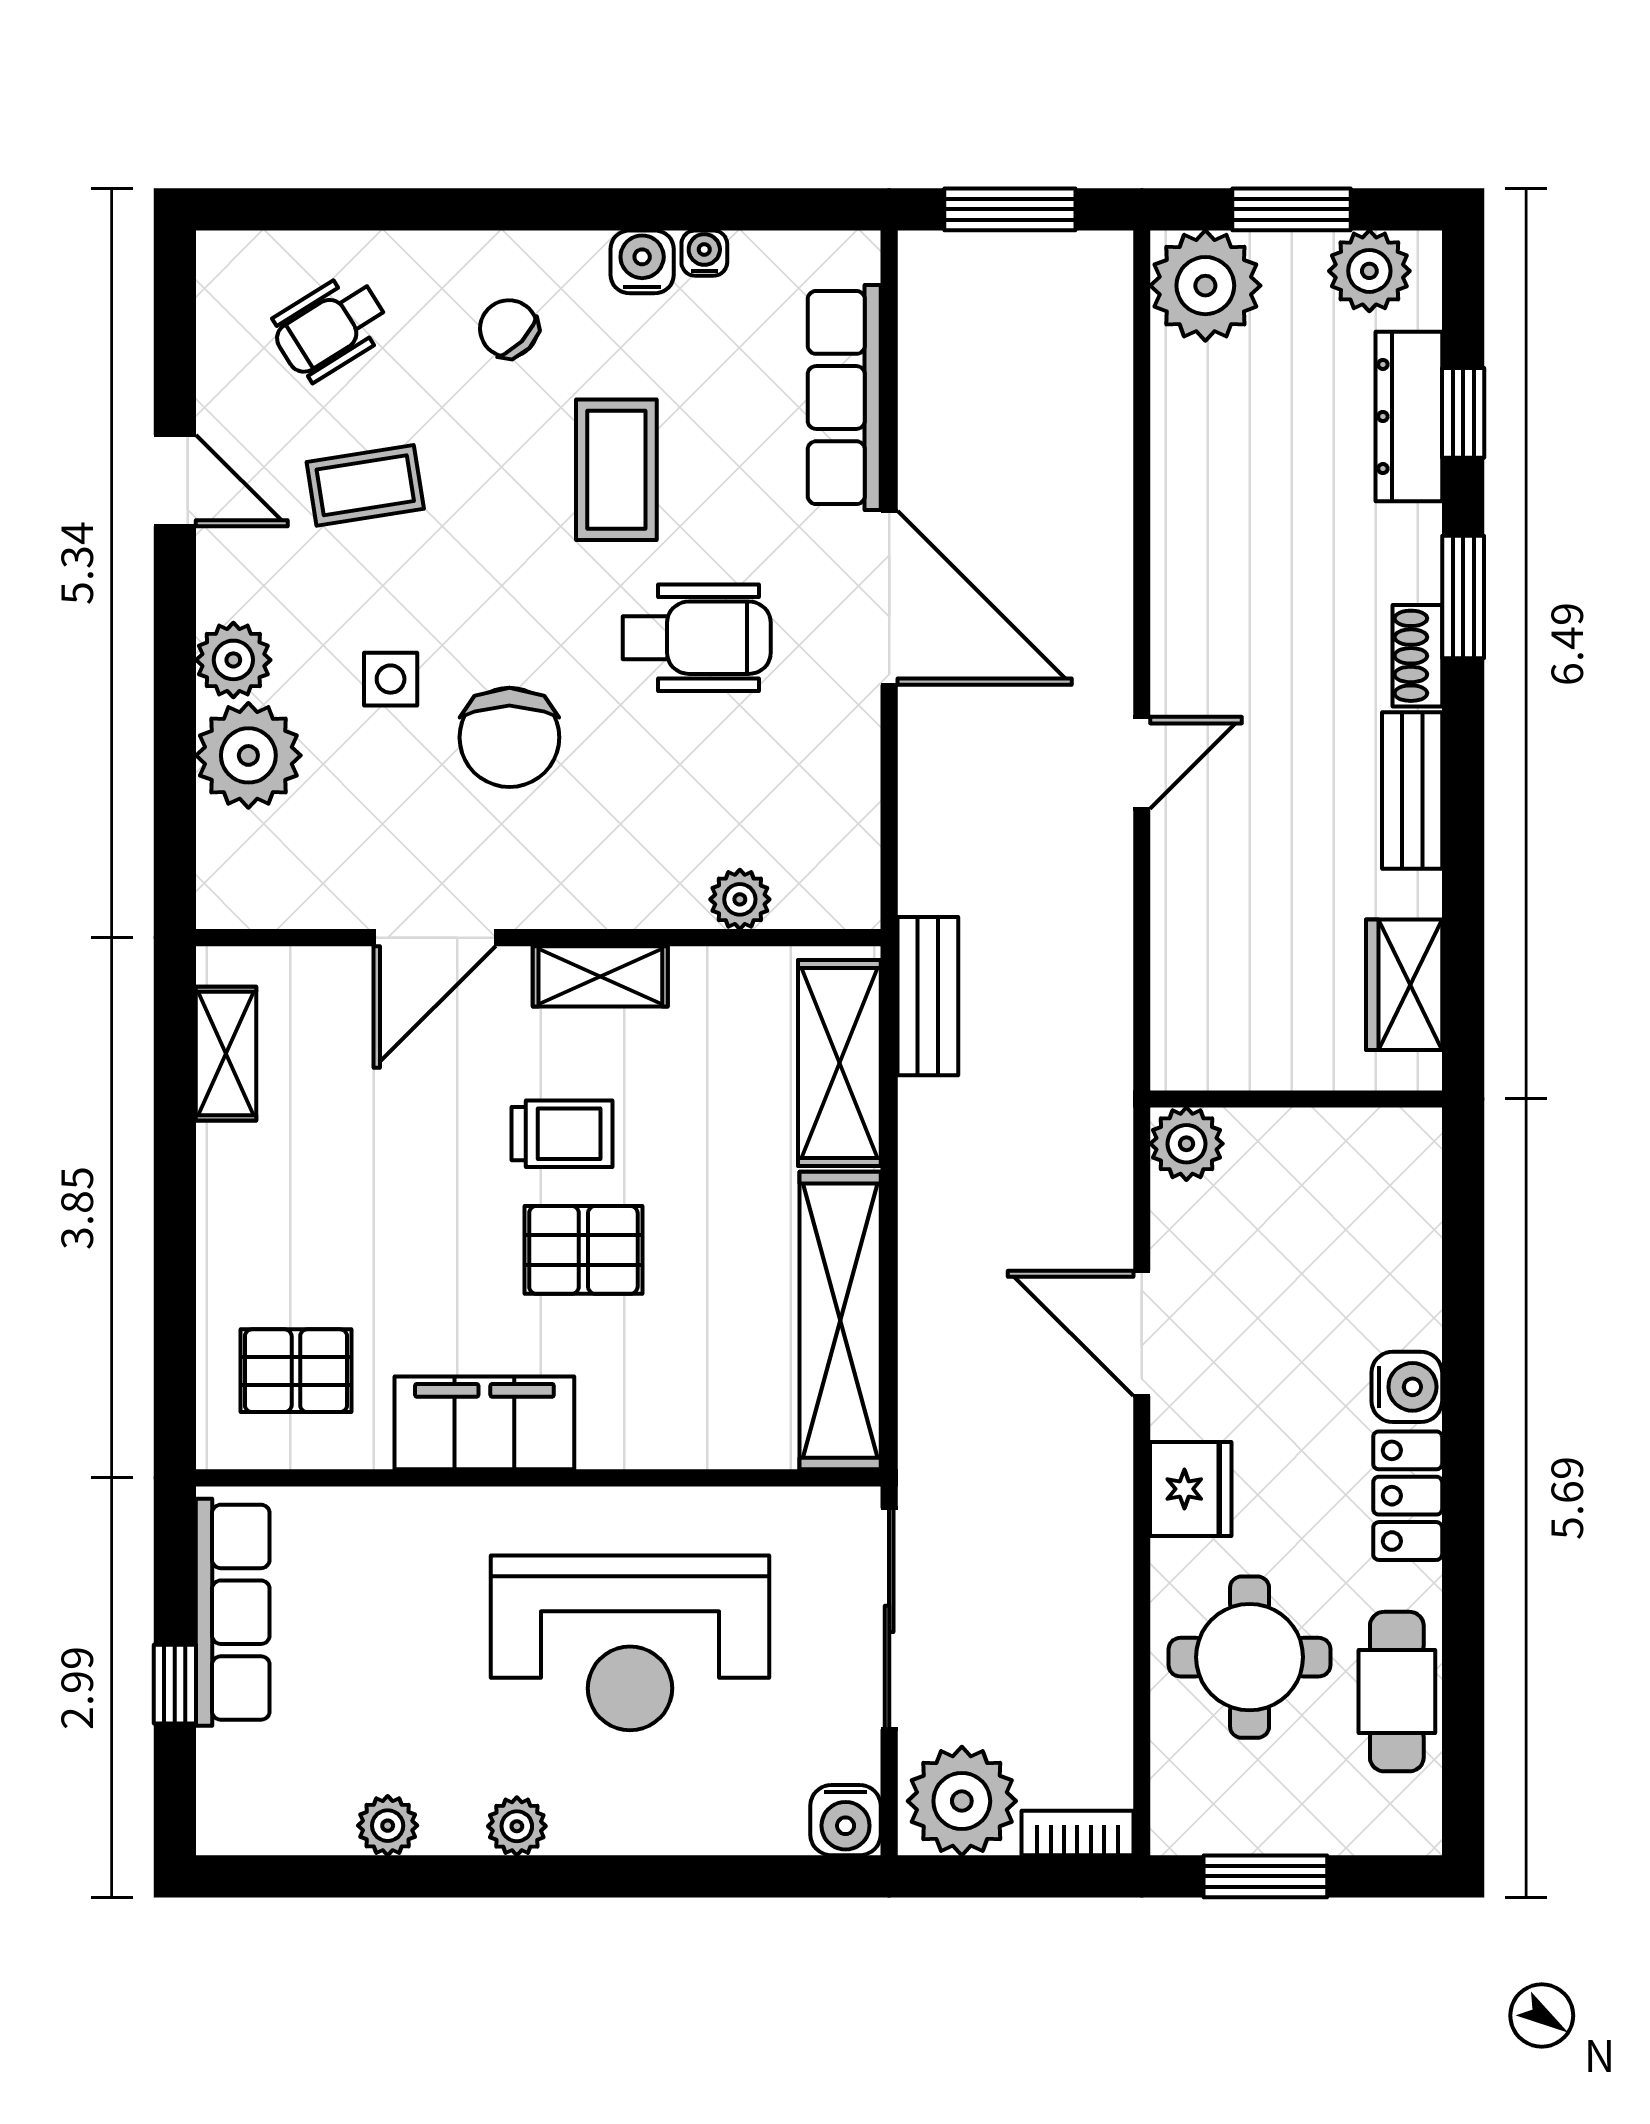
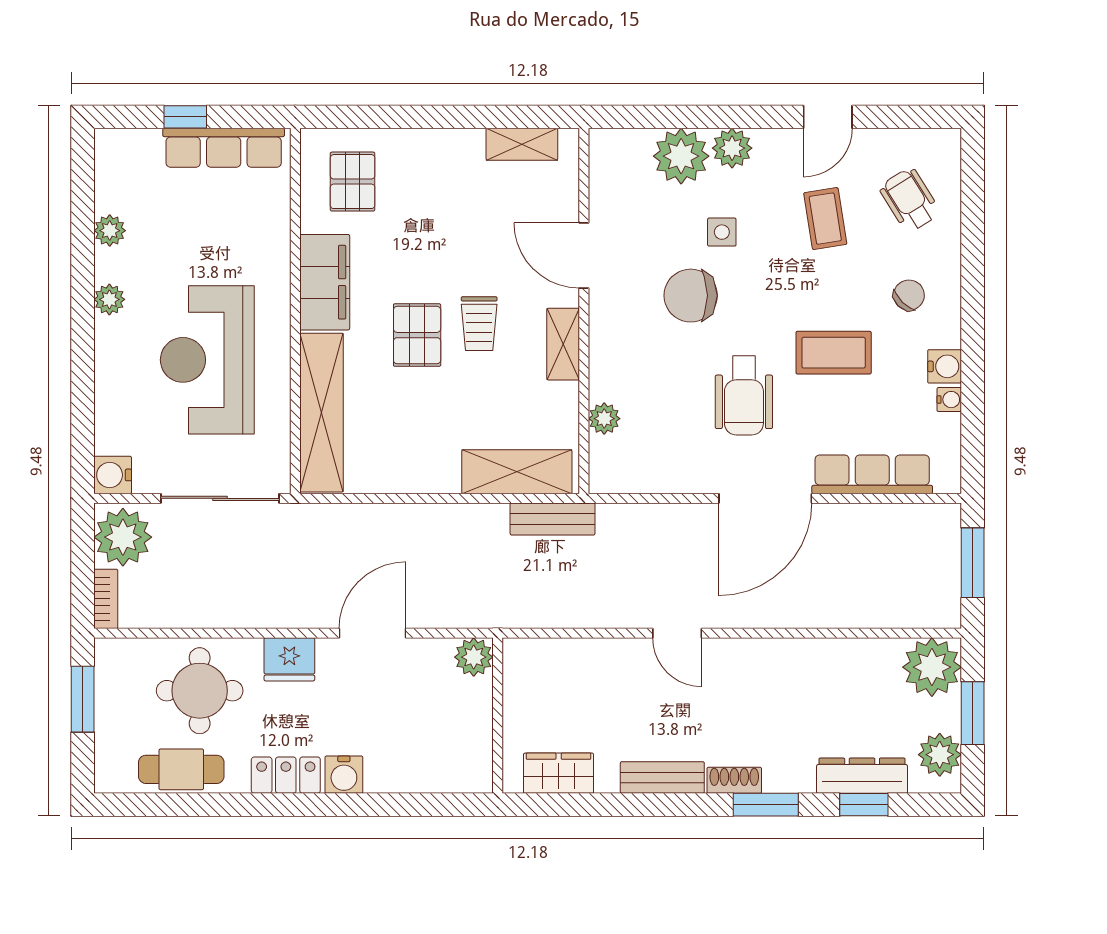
shelving: (840, 1321) -> (322, 413), moved, turned 90

